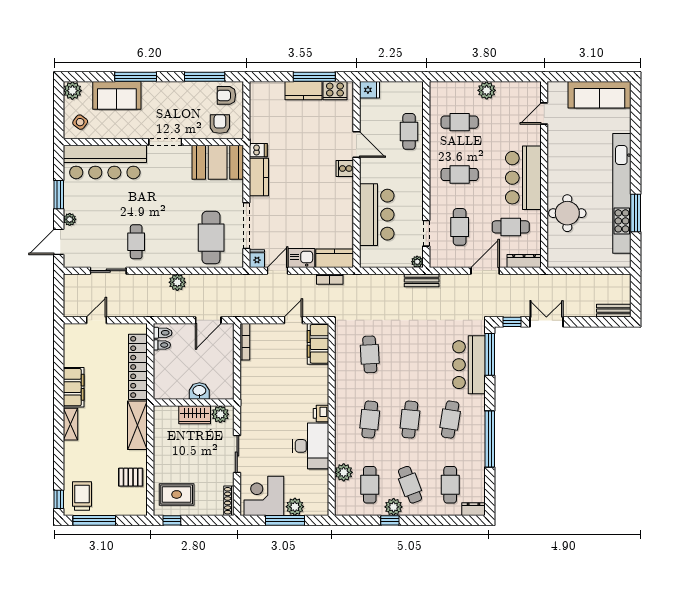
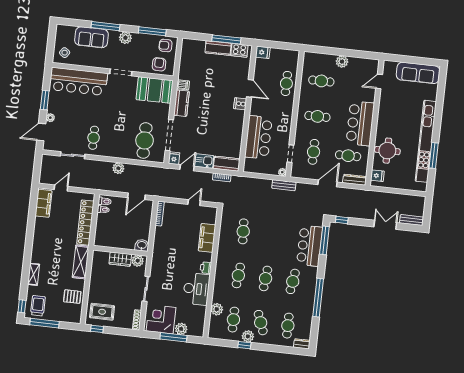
plant: (72, 91) -> (125, 38), moved
fridge: (557, 251) -> (377, 176), added
double door: (546, 322) -> (385, 225), moved
filing cabinet: (318, 344) -> (207, 238), moved
filing cabinet: (74, 387) -> (44, 203), moved
washbasin: (199, 391) -> (142, 245), moved
shelving: (71, 424) -> (34, 274), moved

